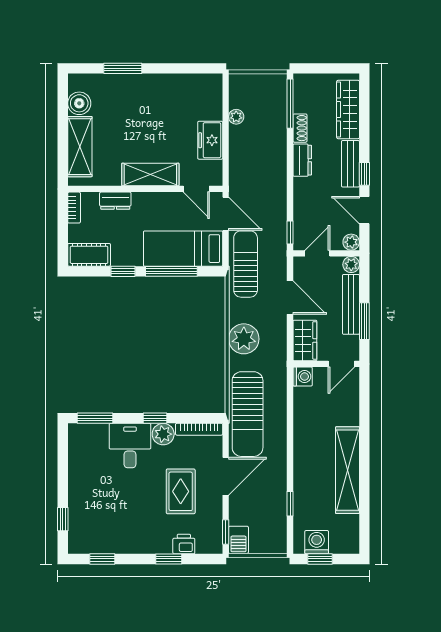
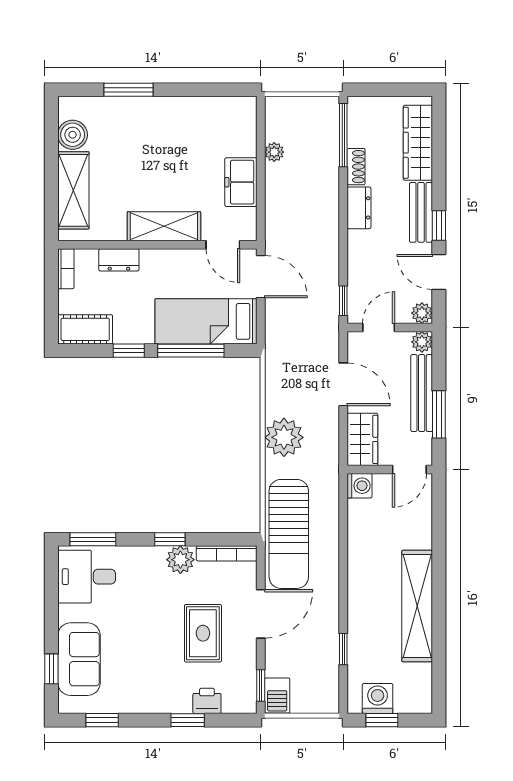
sun lounger: (246, 264) -> (286, 341), removed
desk: (130, 446) -> (87, 577), moved, turned -90
sofa: (84, 511) -> (79, 659), added

